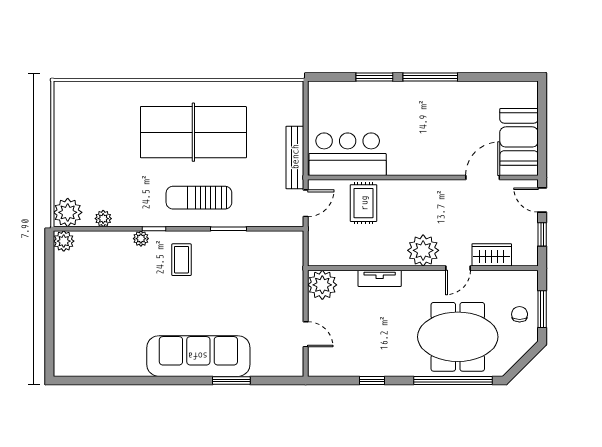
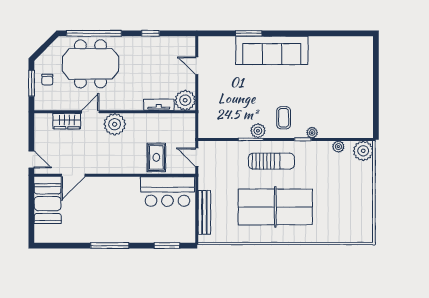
window: (374, 77) -> (167, 246), moved
bench: (295, 157) -> (204, 212), moved
door: (306, 203) -> (197, 157), hinge flipped
window: (542, 234) -> (31, 135), removed
plant: (64, 241) -> (258, 131), moved
tv unit: (380, 278) -> (159, 105), moved

